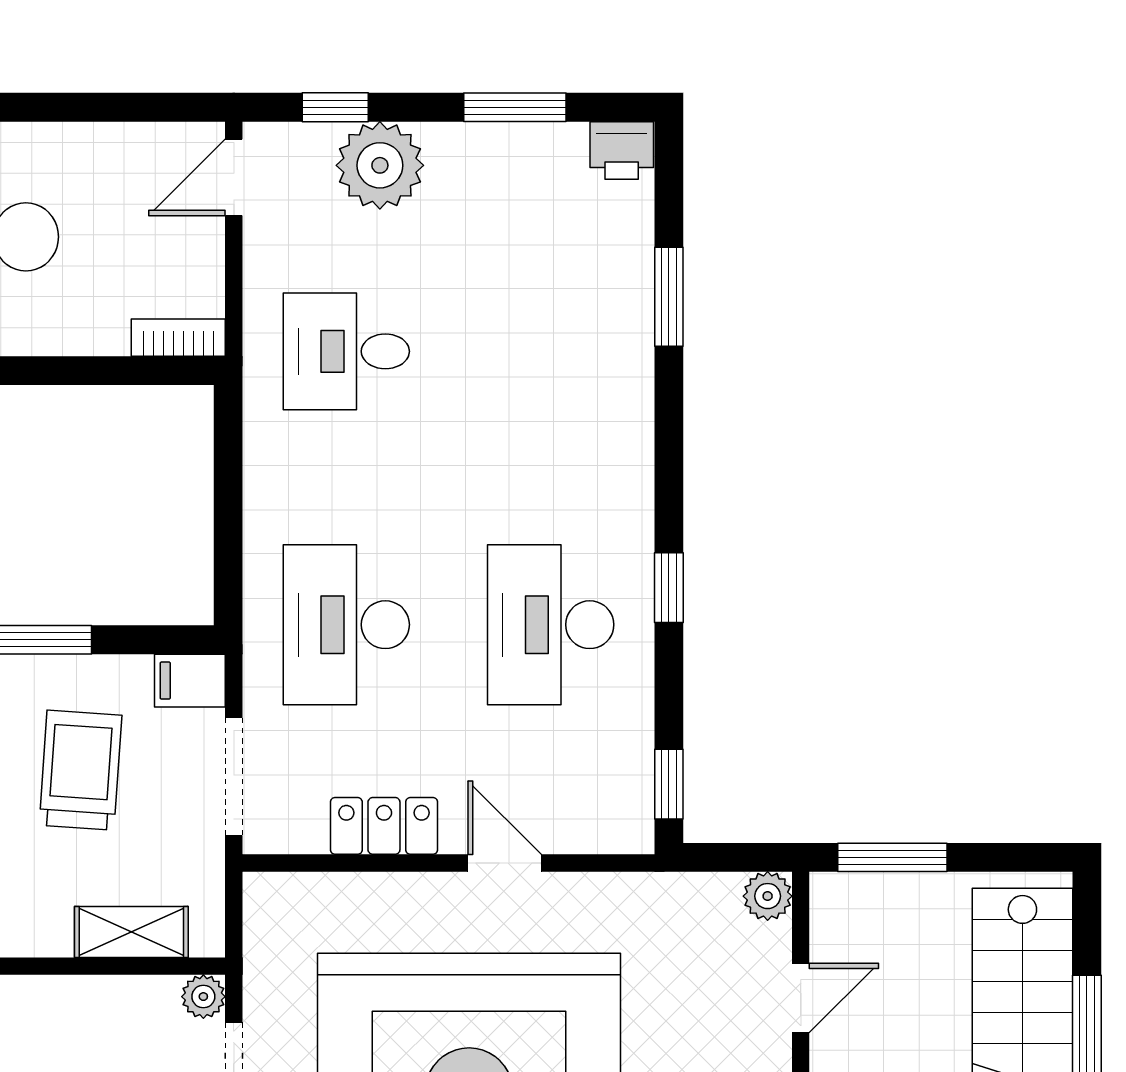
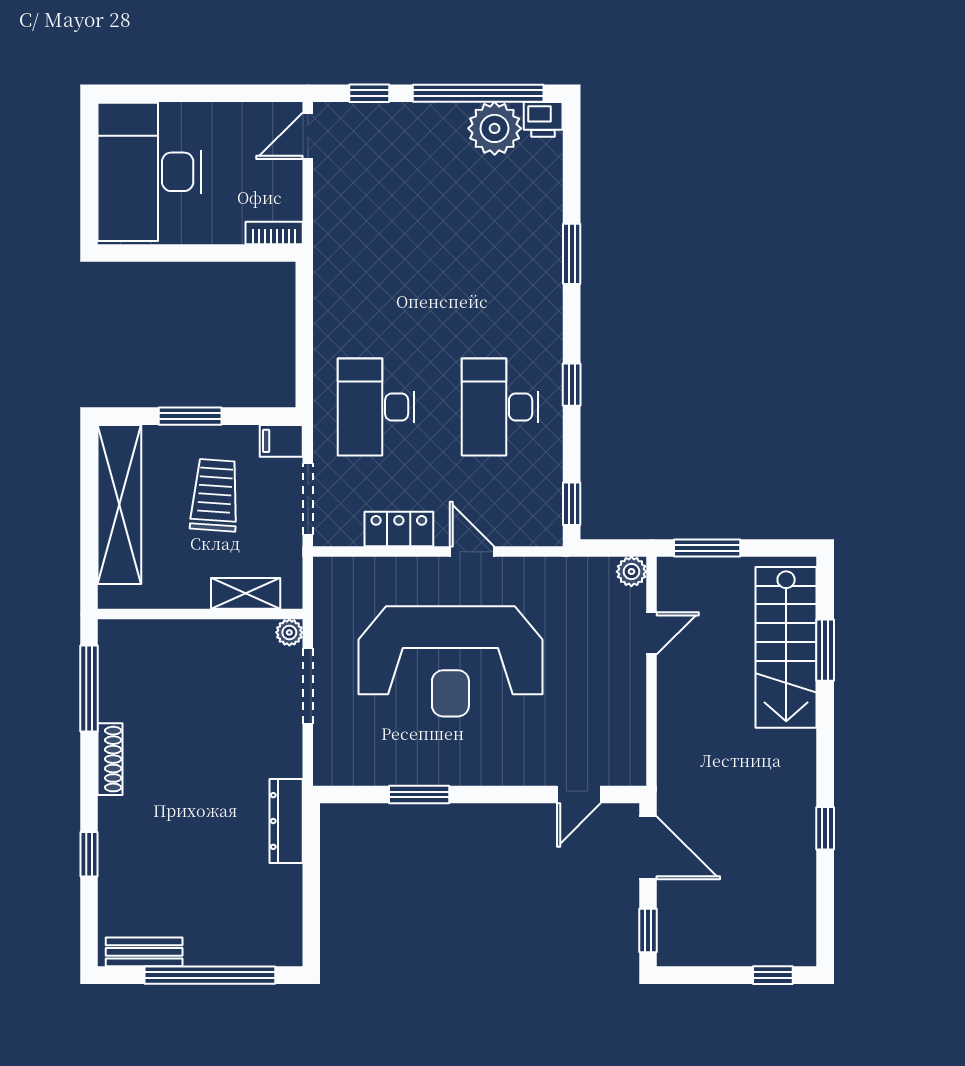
window: (515, 107) -> (478, 93), width x2.11
plant: (380, 165) -> (495, 128), moved
window: (669, 297) -> (572, 254), moved
desk: (346, 351) -> (376, 241), removed

